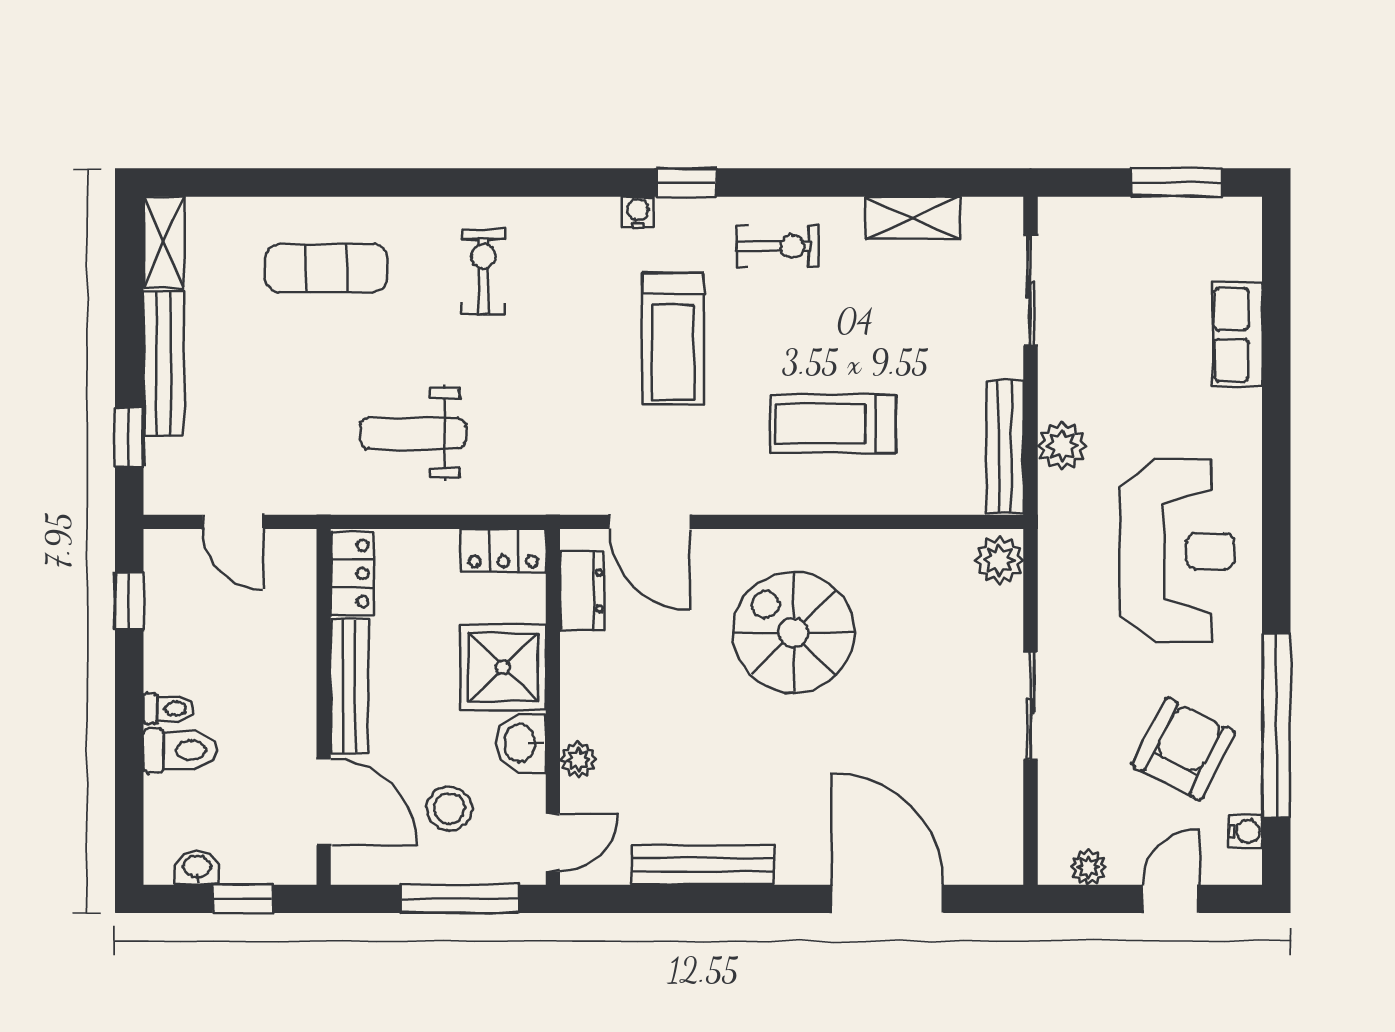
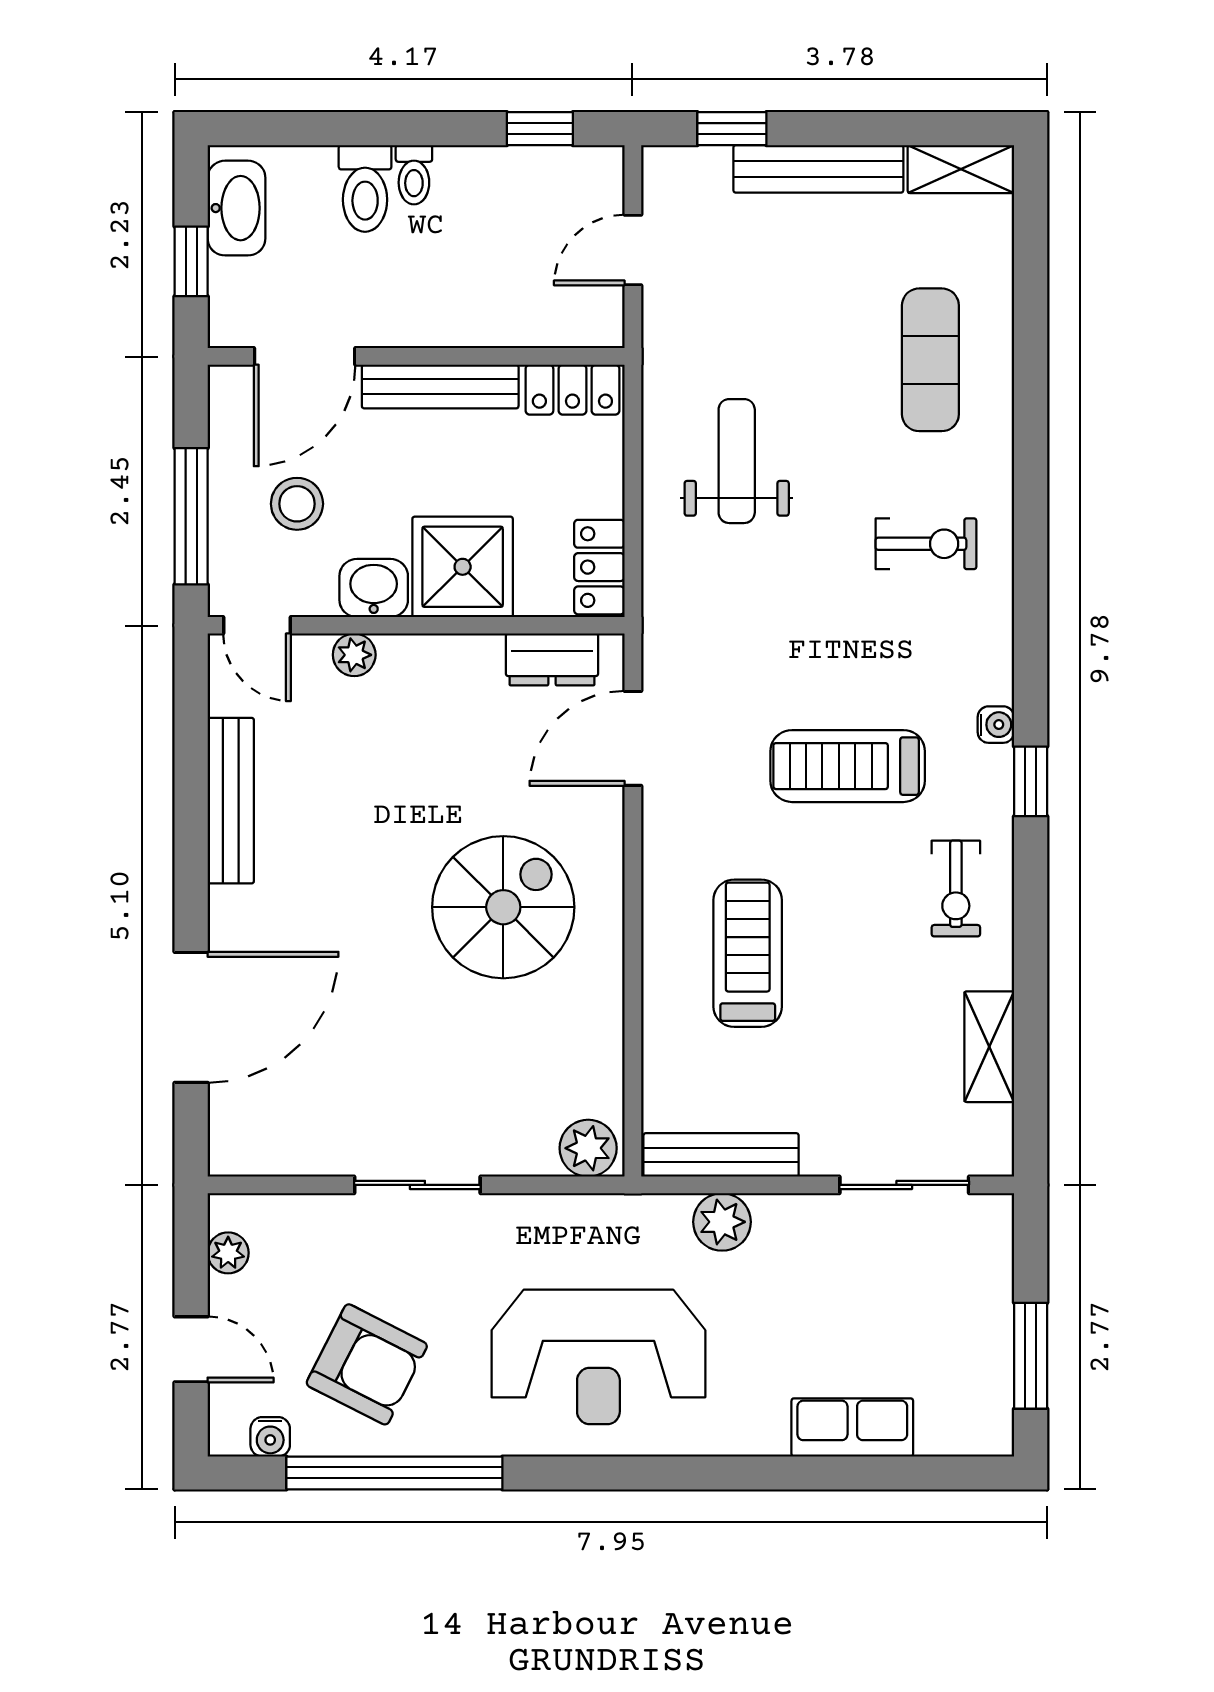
washbasin: (197, 868) -> (236, 208), width x1.91, depth x1.45

